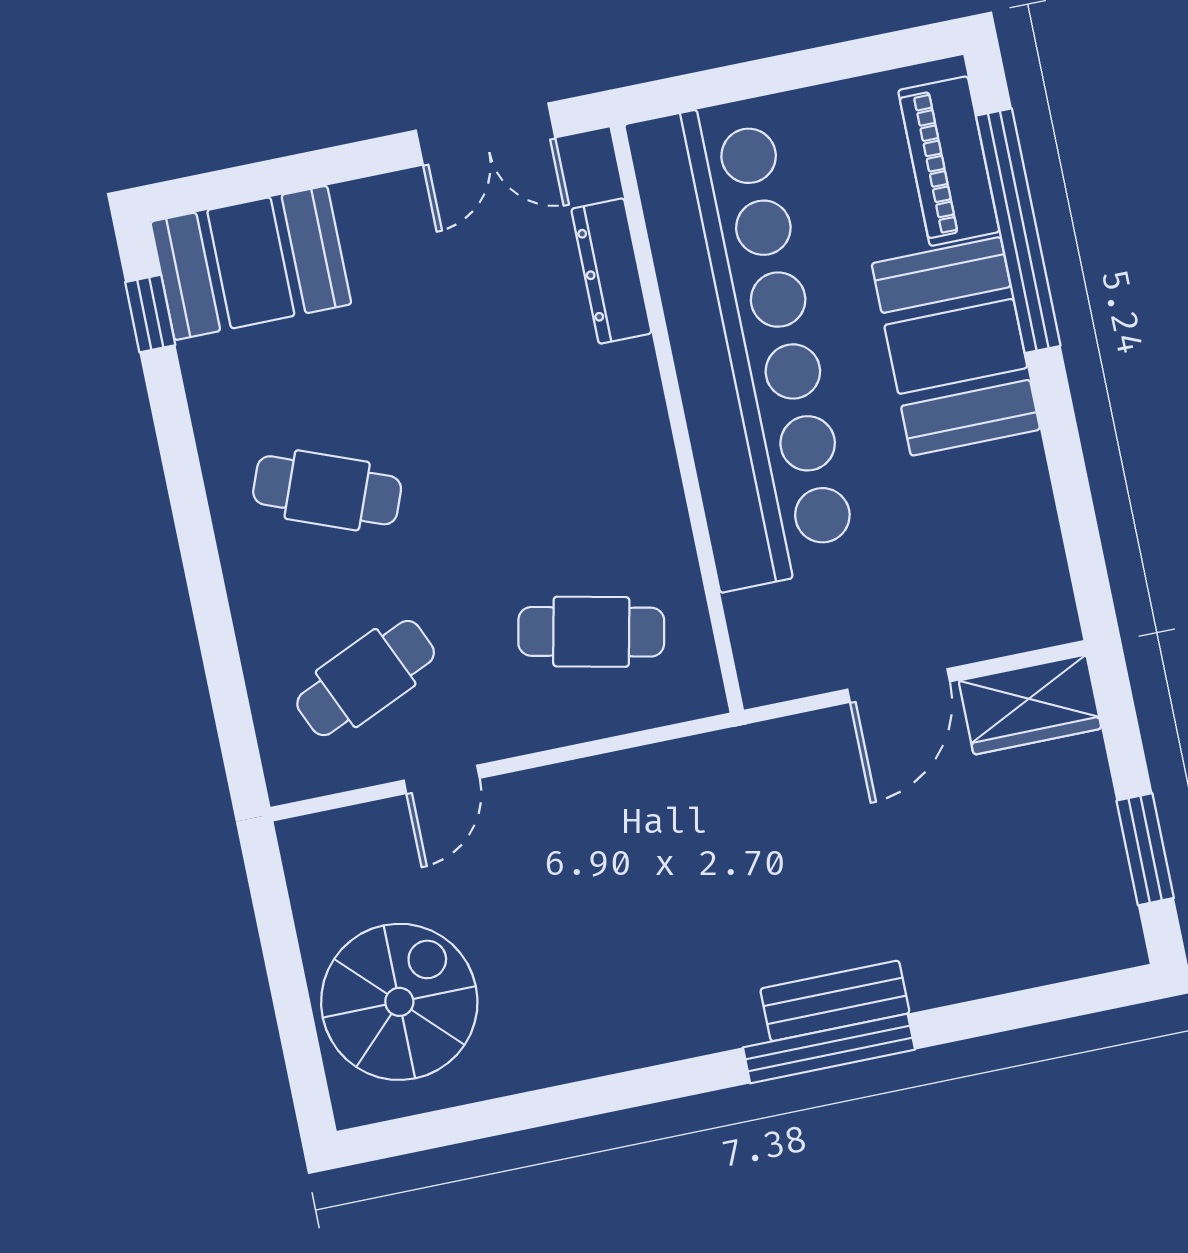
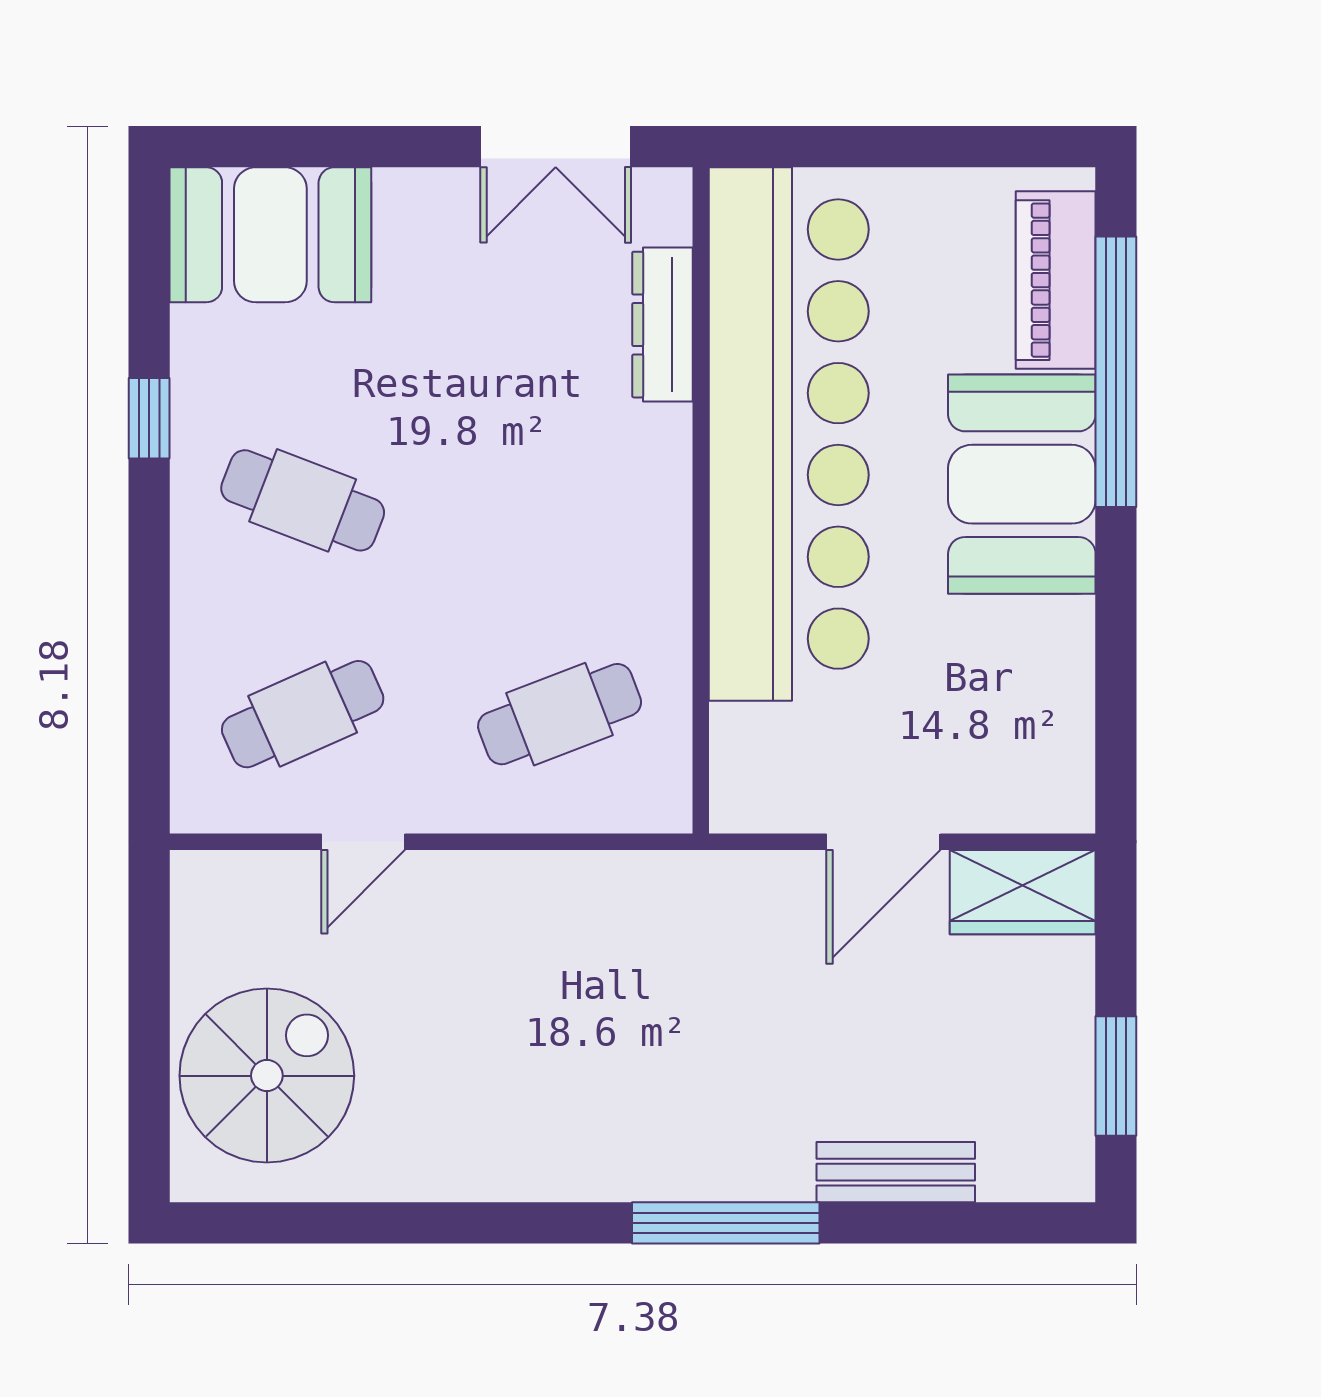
window: (150, 314) -> (149, 418), moved
cafe table: (591, 632) -> (560, 714), turned -33
bench: (835, 1001) -> (896, 1172), moved

